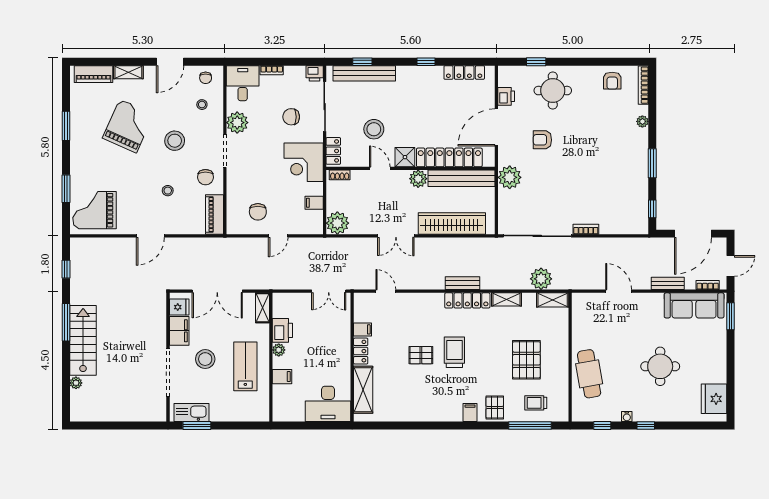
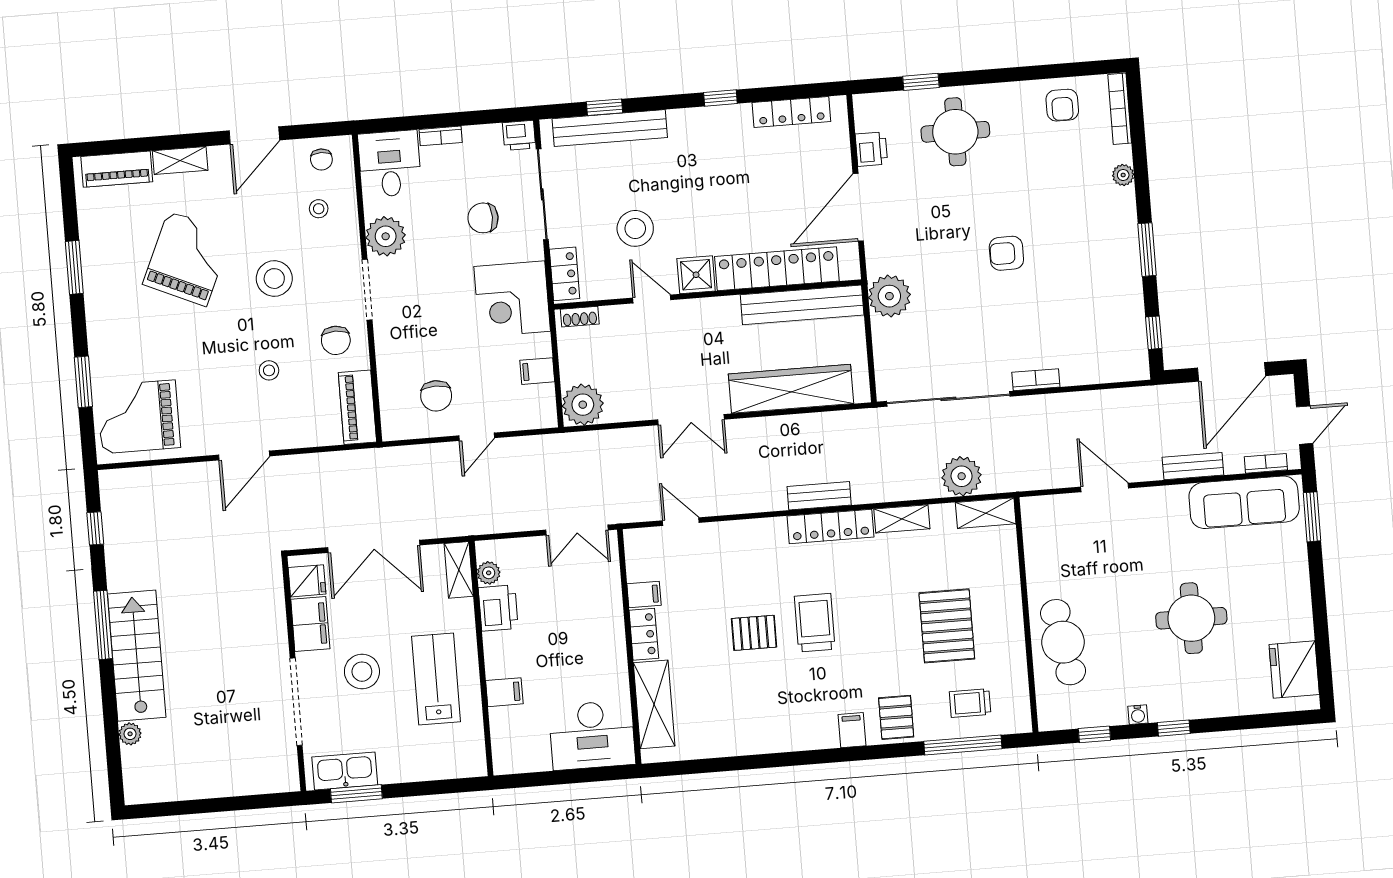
armchair: (542, 140) -> (1006, 253), moved
plant: (418, 179) -> (723, 312), removed
plant: (279, 350) -> (489, 573), moved

